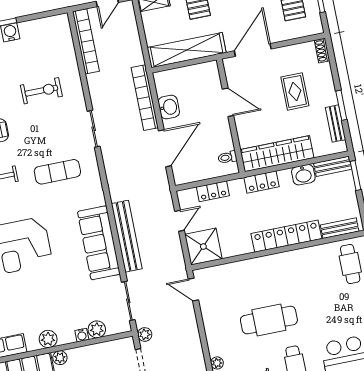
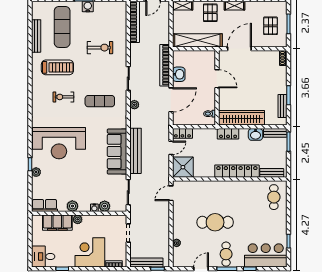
rug: (295, 91) -> (261, 80), removed
locker: (213, 191) -> (182, 133), moved
door: (193, 290) -> (171, 193), hinge flipped
plant: (145, 334) -> (134, 105), moved

